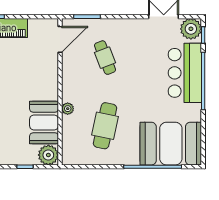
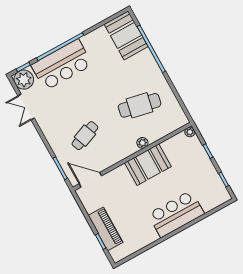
booth: (44, 122) -> (148, 165), moved
booth: (171, 144) -> (126, 35), width x0.73, depth x0.70
plant: (48, 155) -> (190, 132), width x0.53, depth x0.53

